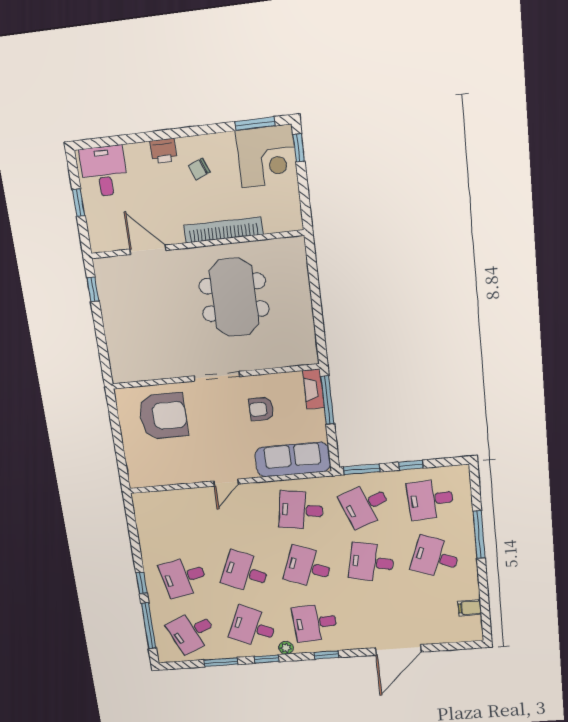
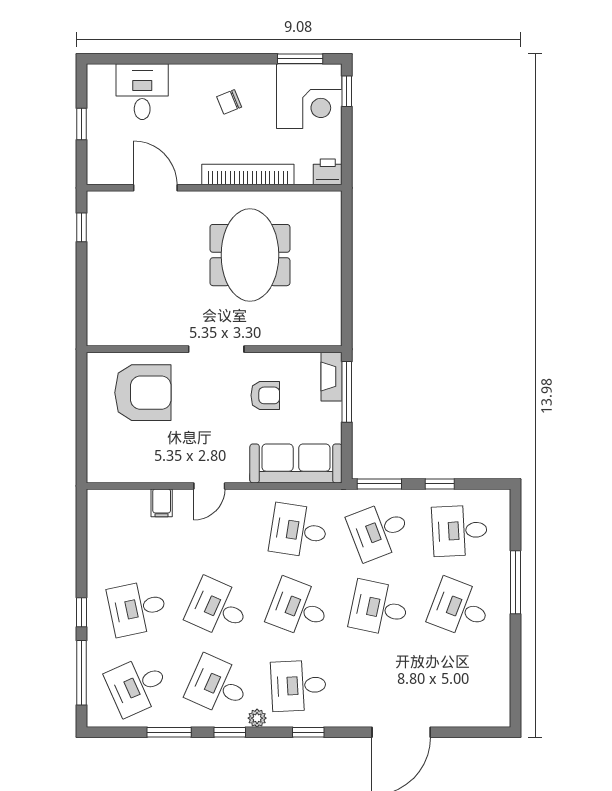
printer: (163, 151) -> (328, 172), moved, turned 180
desk: (104, 171) -> (142, 92), moved
armchair: (261, 409) -> (265, 395), turned 180
filing cabinet: (470, 608) -> (162, 503), moved, turned -90

